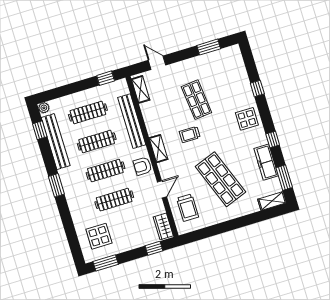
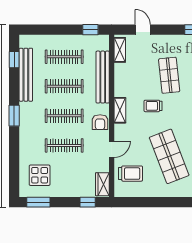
plant: (44, 108) -> (24, 40), removed
armchair: (142, 166) -> (100, 122), turned -90
trolley: (188, 208) -> (130, 174), turned -90

